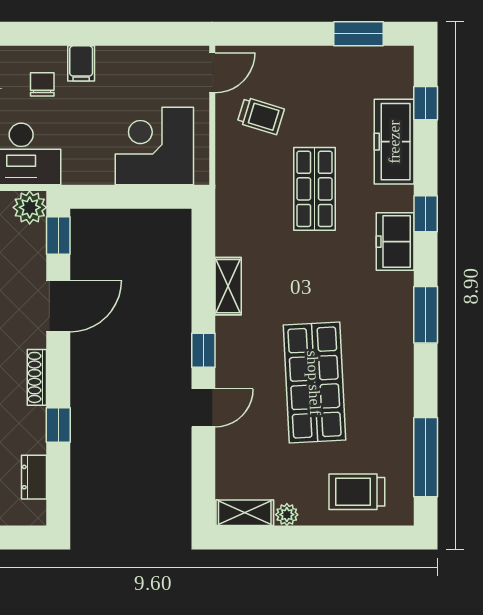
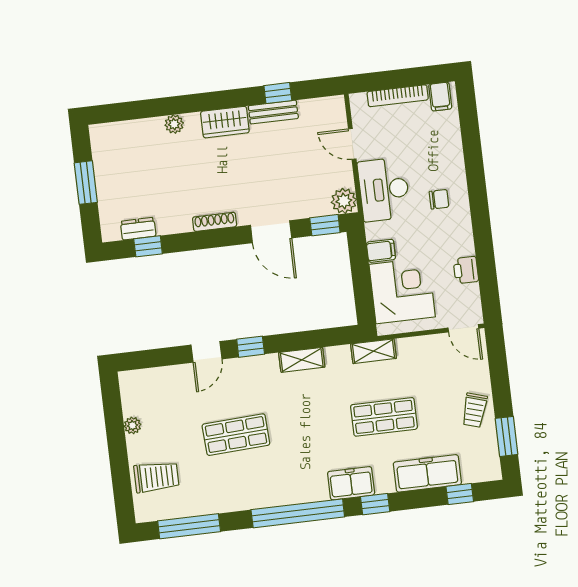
printer: (138, 61) -> (466, 270), added
filing cabinet: (81, 63) -> (381, 251), moved, turned 180
trolley: (261, 116) -> (475, 410), moved
window: (426, 315) -> (298, 513), width x2.11
shop shelf: (314, 383) -> (236, 435), width x0.70, depth x0.74
door: (203, 408) -> (207, 352), hinge flipped
window: (58, 425) -> (148, 246), moved
trolley: (357, 492) -> (156, 477), turned 90
shelving: (245, 513) -> (373, 351), moved, turned 90

